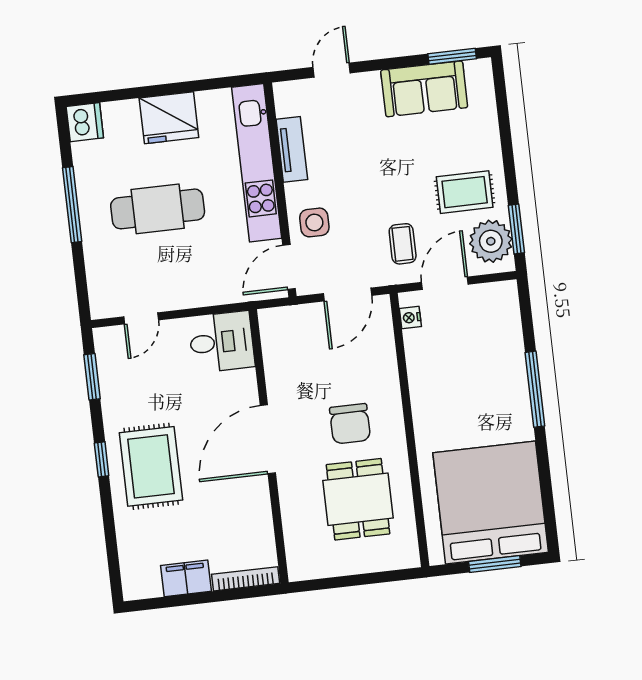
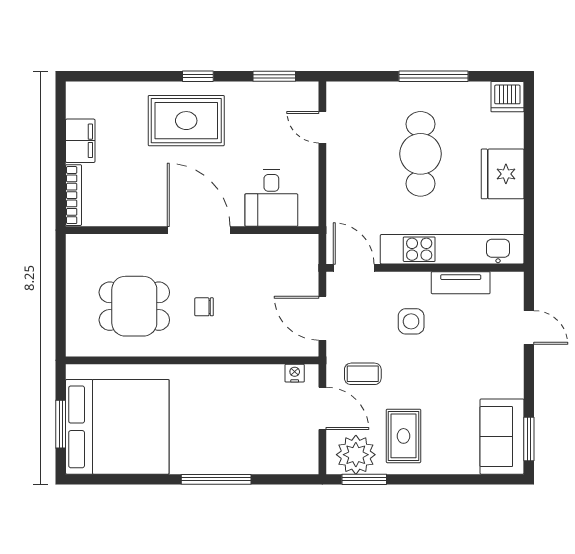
sofa: (424, 89) -> (502, 437), moved
side table: (314, 222) -> (411, 321), moved
desk: (222, 342) -> (271, 198), moved
chair: (350, 424) -> (204, 307), width x0.54, depth x0.54

